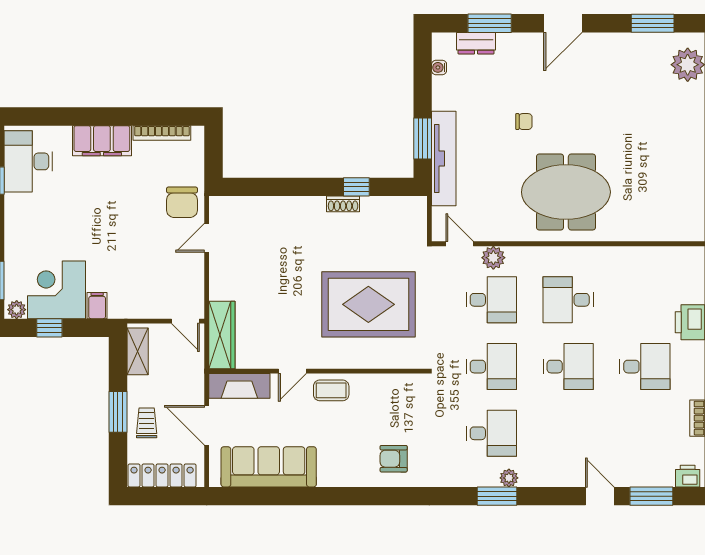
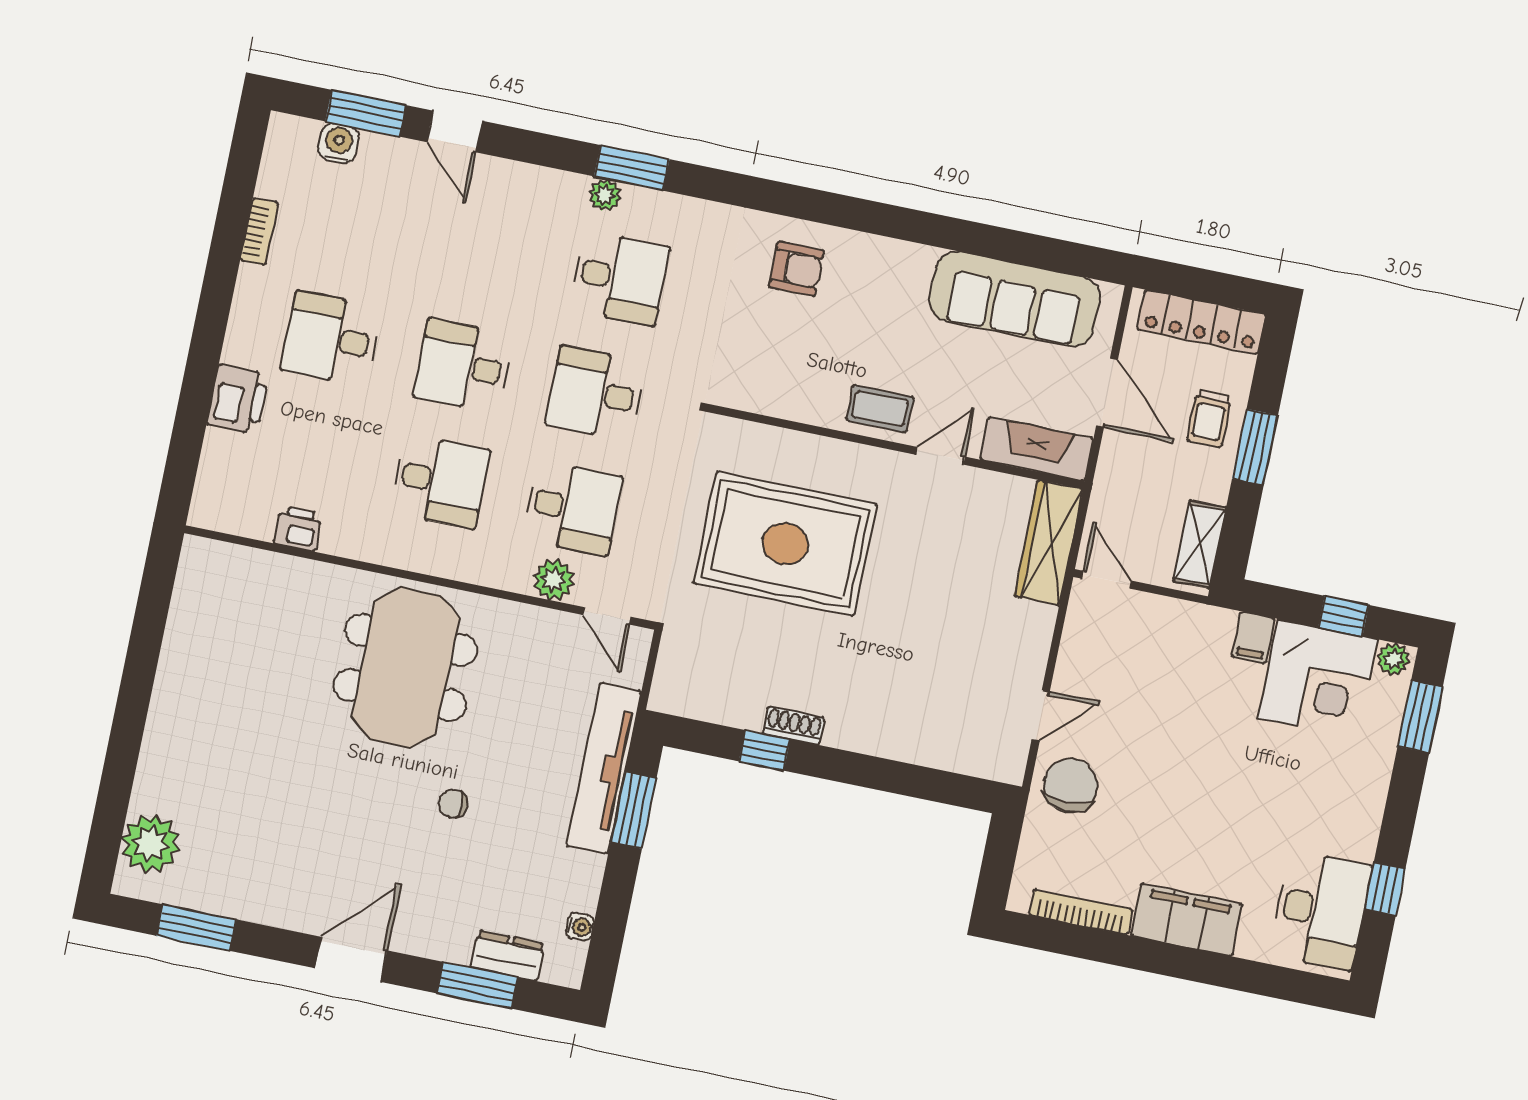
meeting table: (566, 192) -> (405, 667), turned 90
desk: (491, 300) -> (572, 508), turned 180
desk: (491, 433) -> (619, 278), turned 180
water cooler: (663, 476) -> (339, 143), added
printer: (688, 476) -> (298, 529), moved, turned 180

